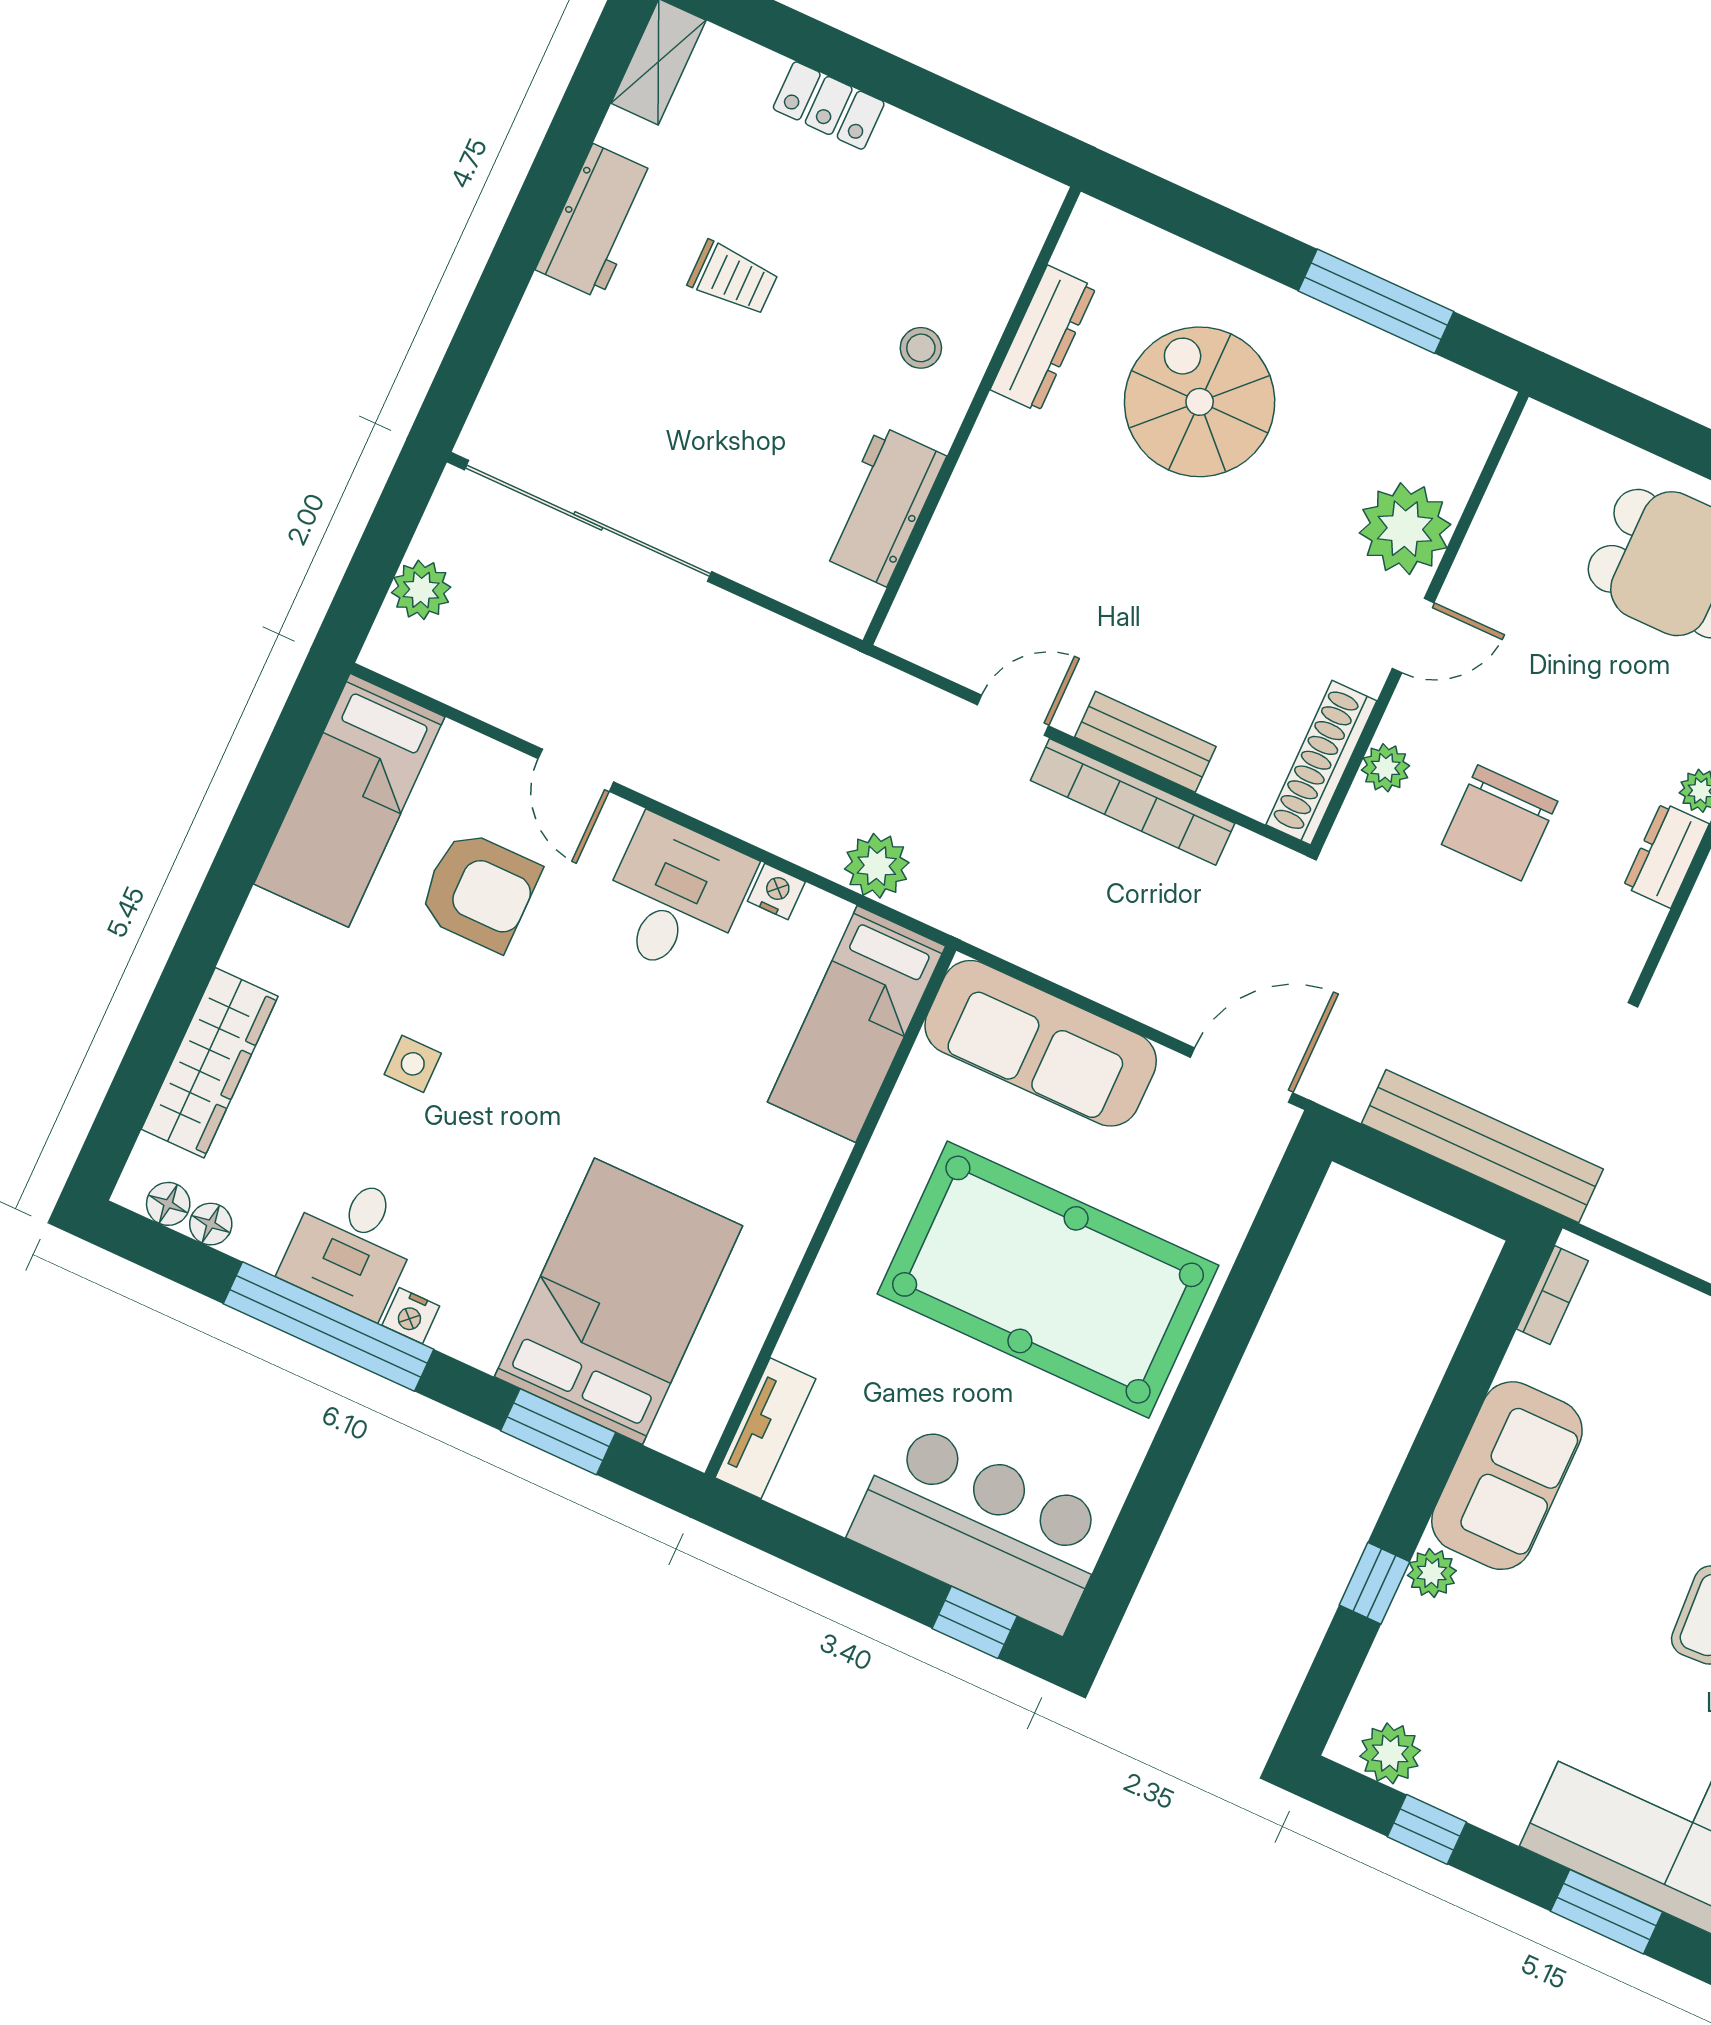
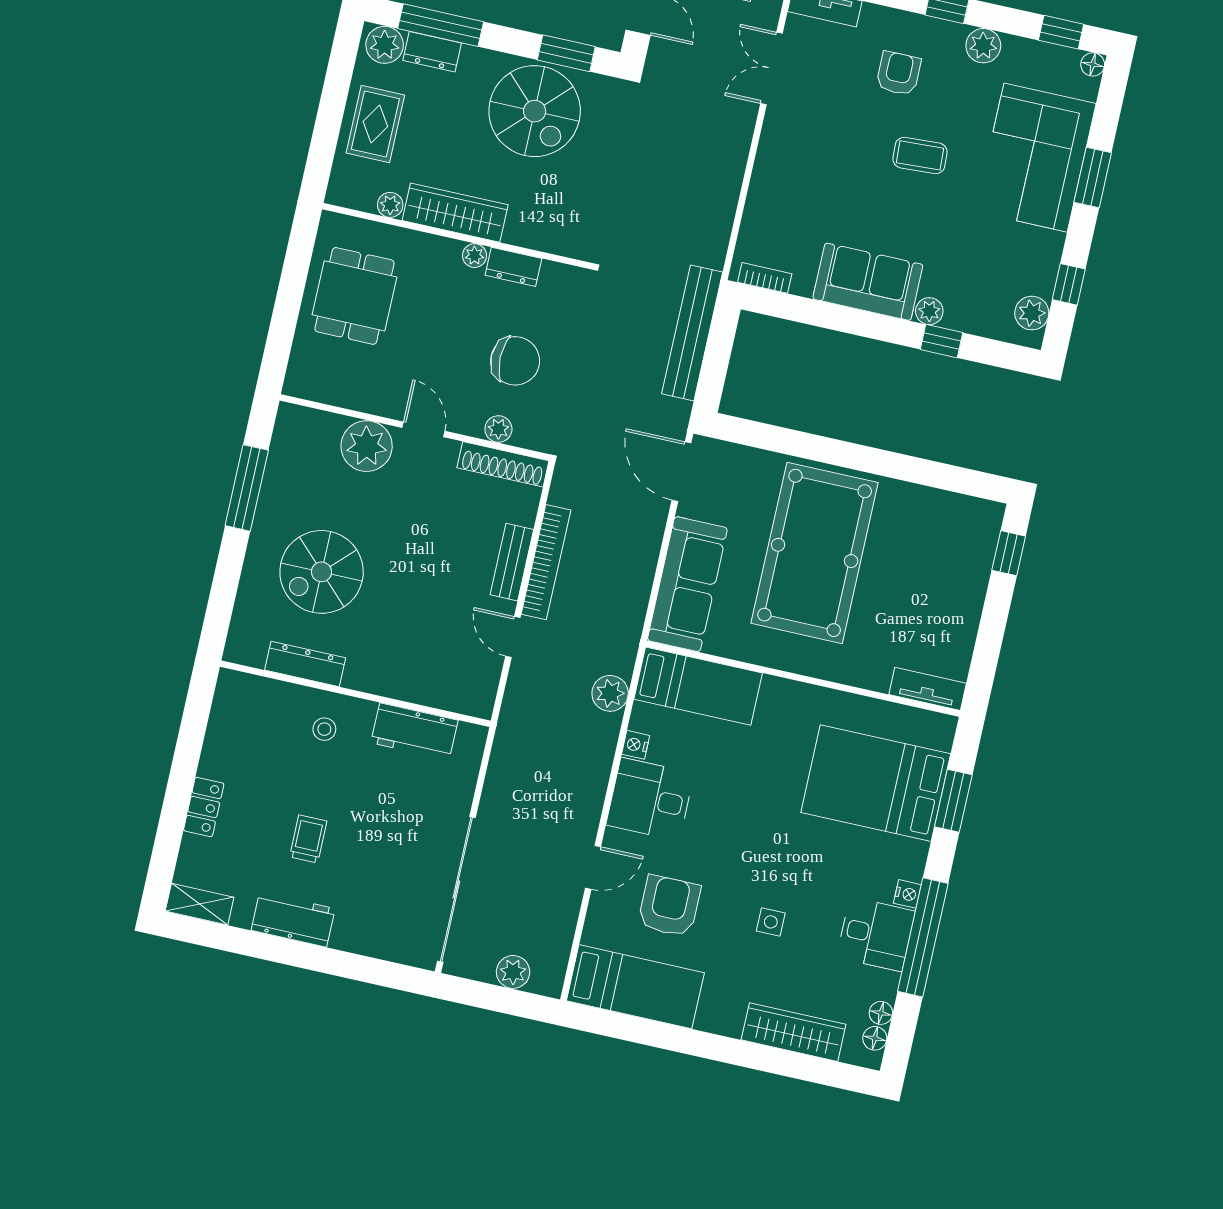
bar counter: (982, 1527) -> (956, 560), removed

